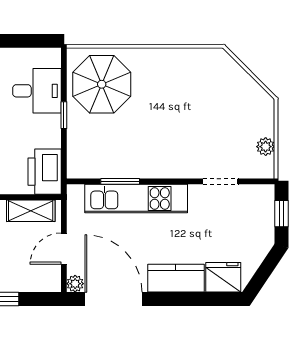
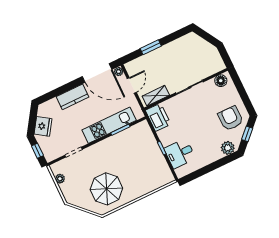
parasol: (102, 84) -> (106, 189), moved
fridge: (223, 277) -> (43, 126), moved, turned -56

